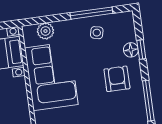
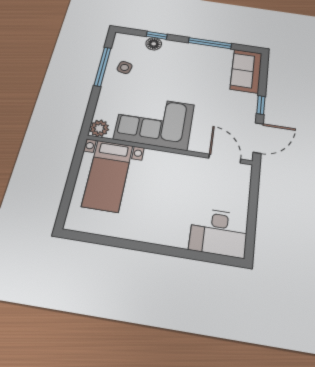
plant: (45, 31) -> (99, 128), moved
armchair: (117, 79) -> (179, 63), removed

